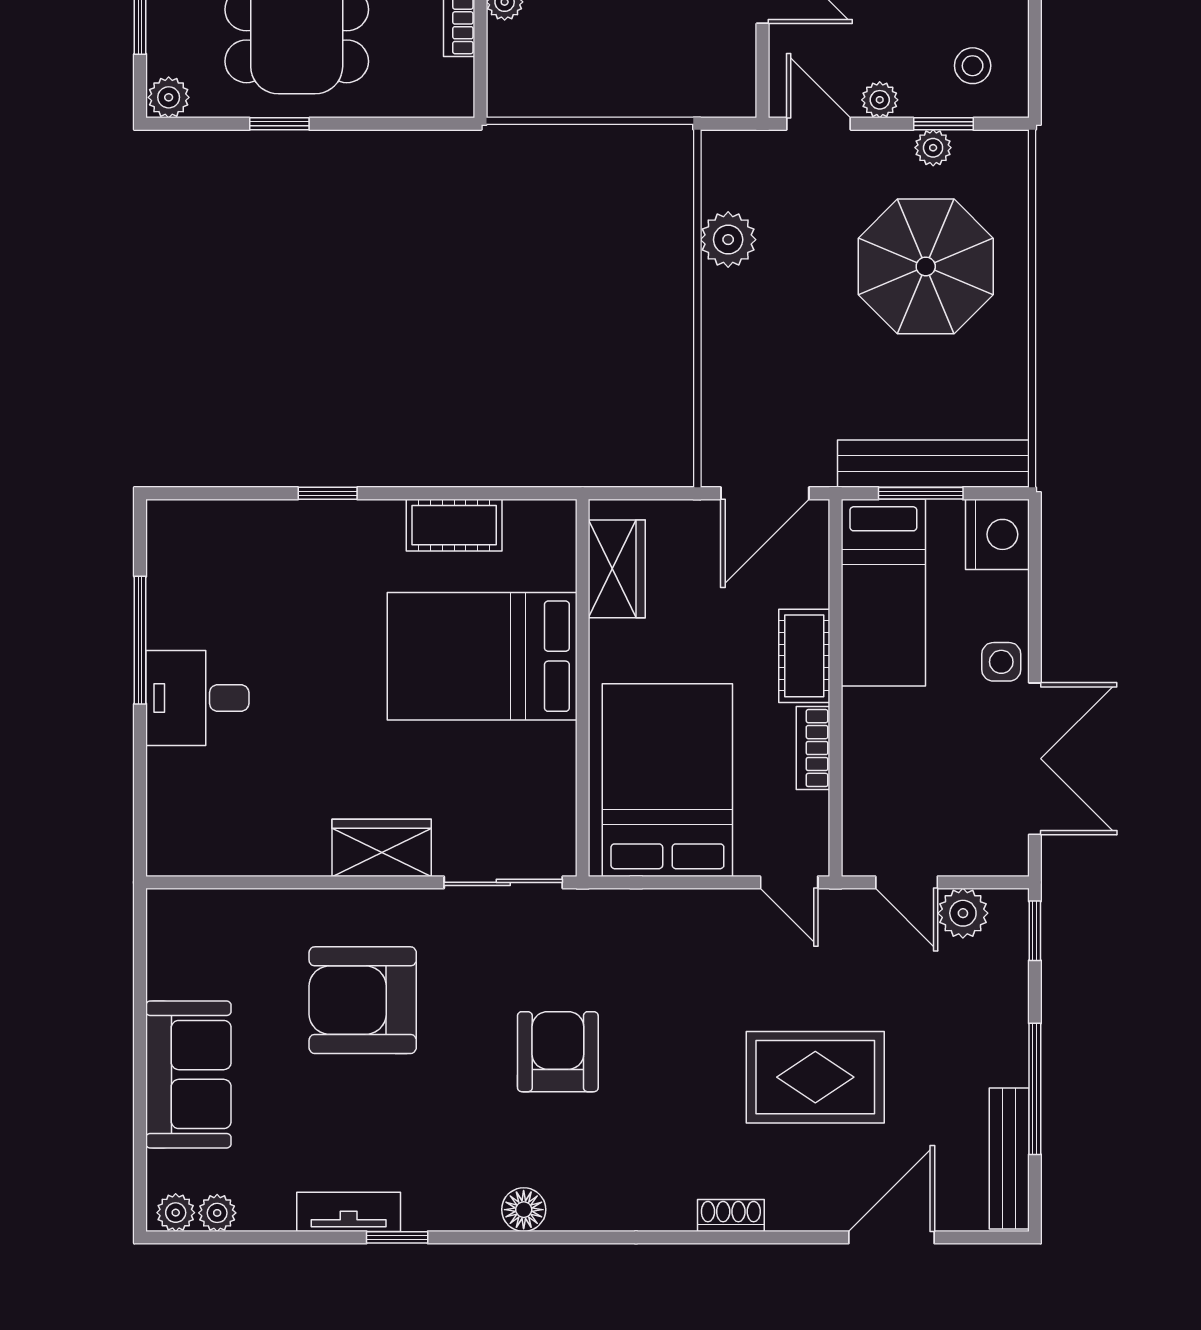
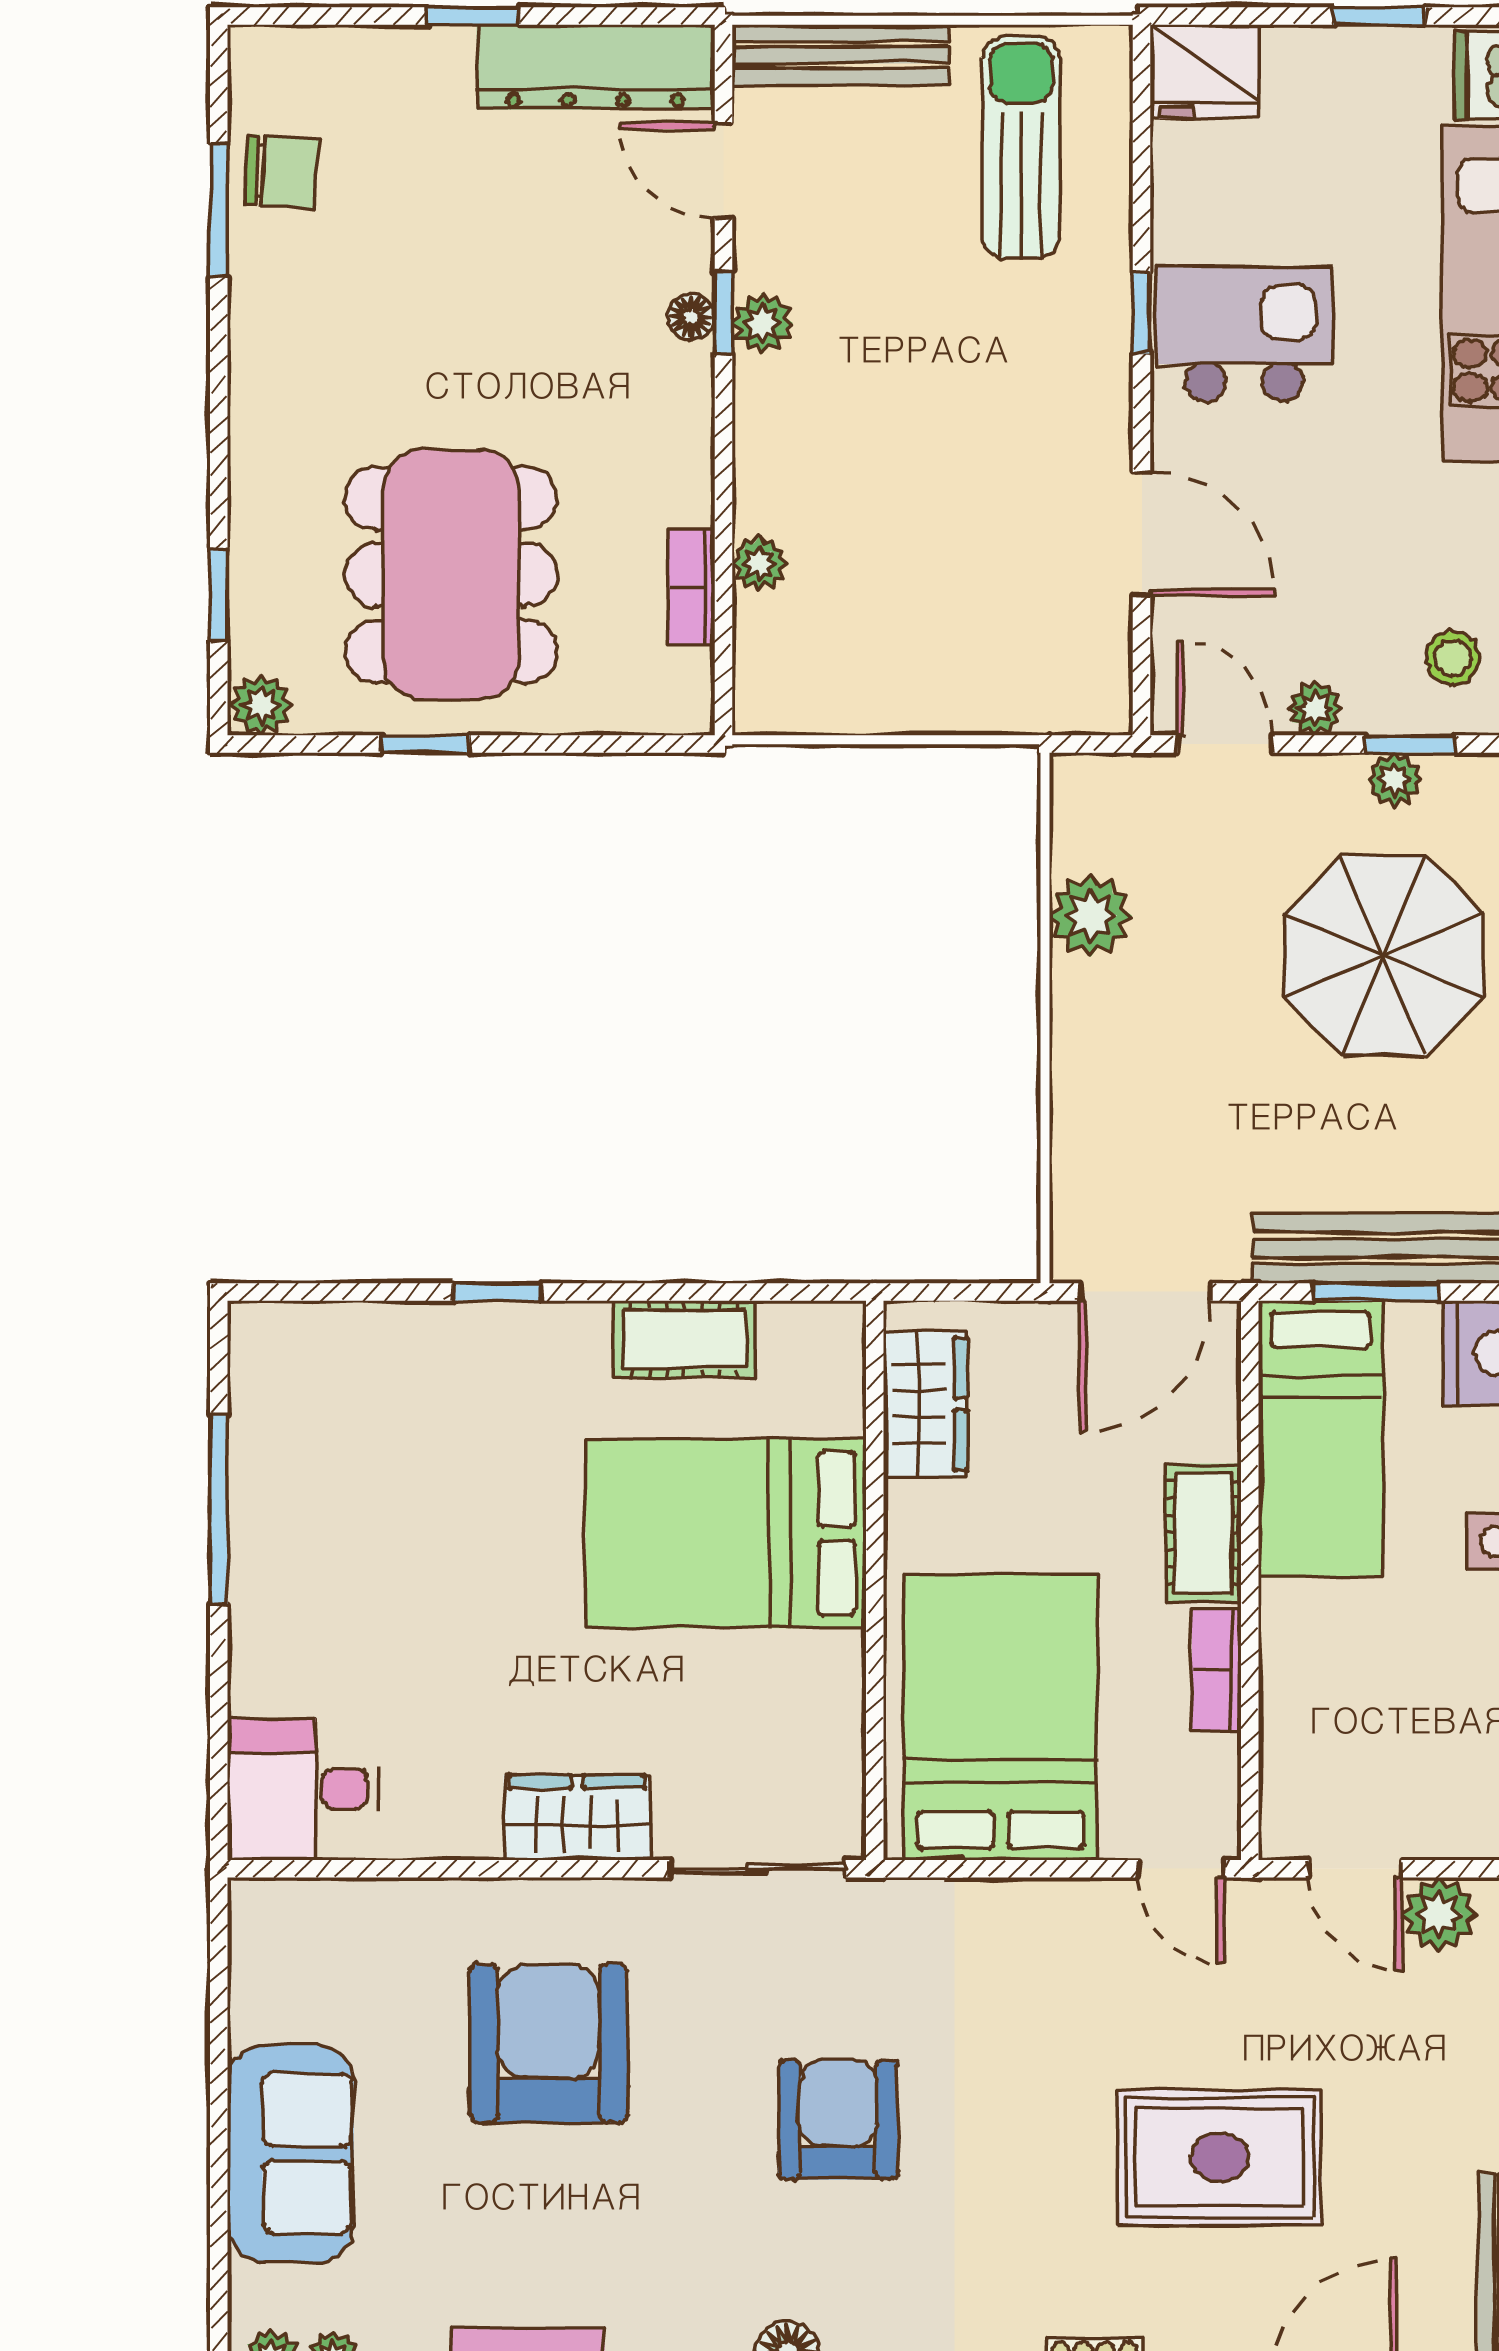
desk: (197, 698) -> (304, 1789), moved
armchair: (363, 1000) -> (549, 2043), turned 90

